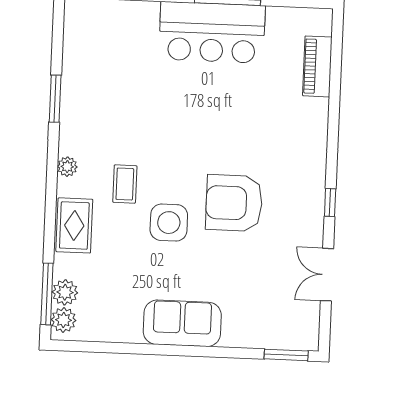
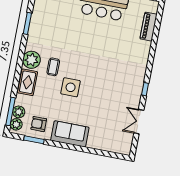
plant: (67, 167) -> (32, 60), width x1.88, depth x1.88
armchair: (234, 203) -> (39, 124), moved, width x0.53, depth x0.53
window: (286, 355) -> (34, 140), moved

